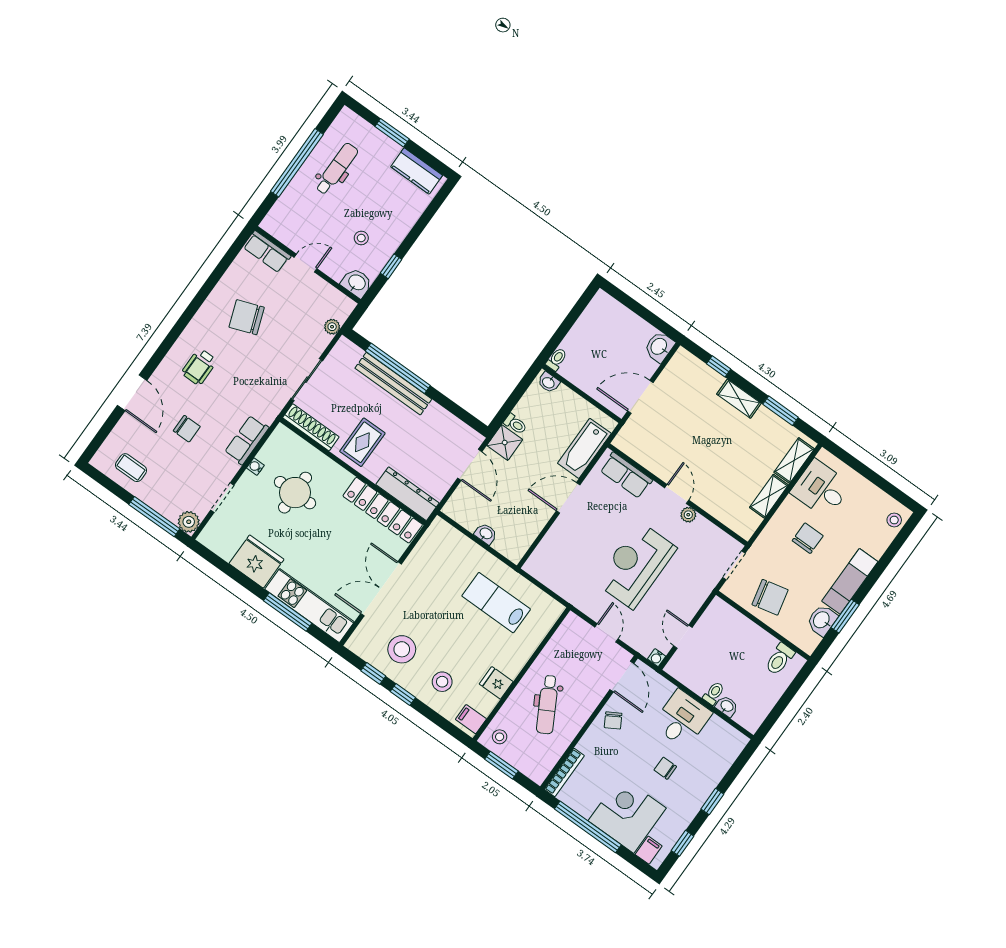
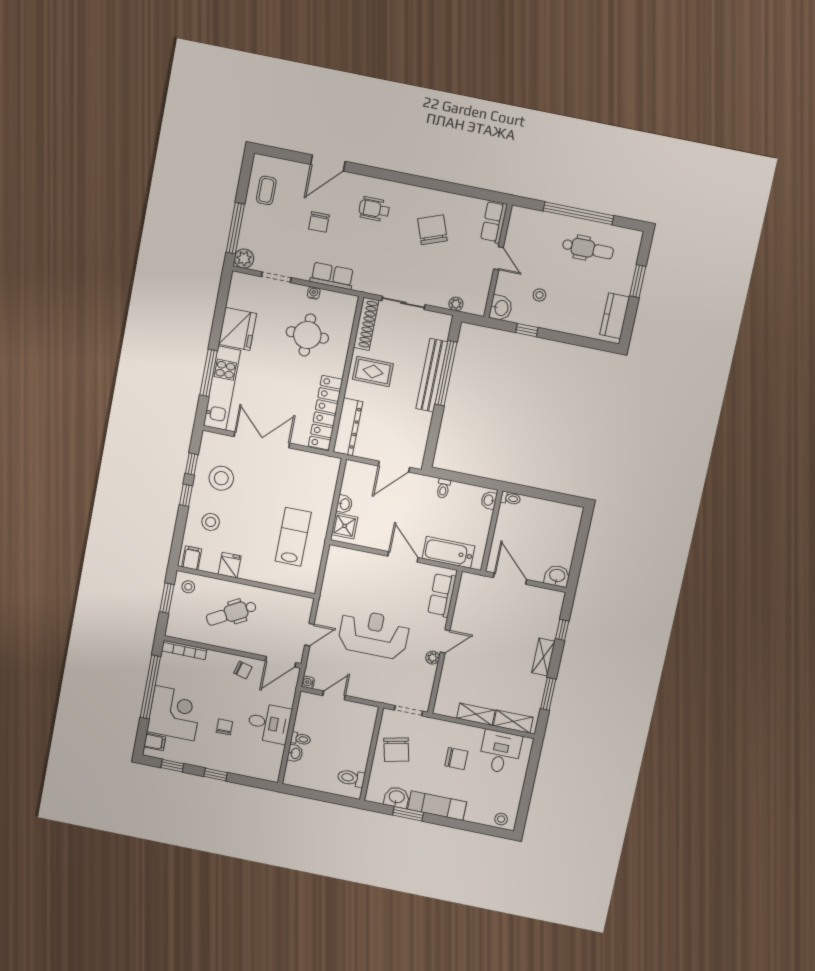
shower: (505, 443) -> (345, 526), moved
chair: (613, 720) -> (243, 670), turned -135

